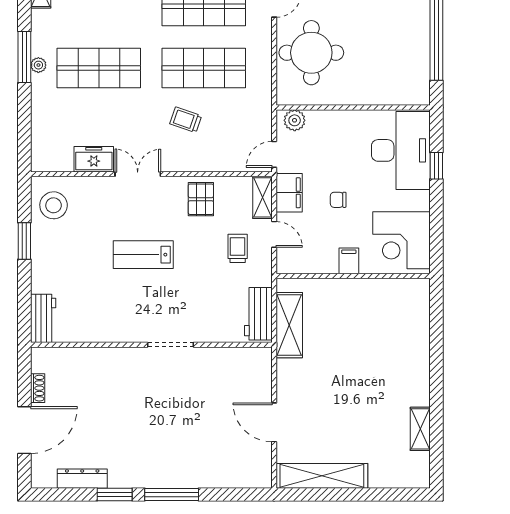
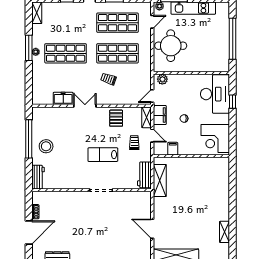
stool: (54, 205) -> (46, 146), moved
window: (24, 241) -> (29, 139), width x2.11
lab bench: (143, 255) -> (103, 155), moved
filing cabinet: (349, 261) -> (173, 149), moved

